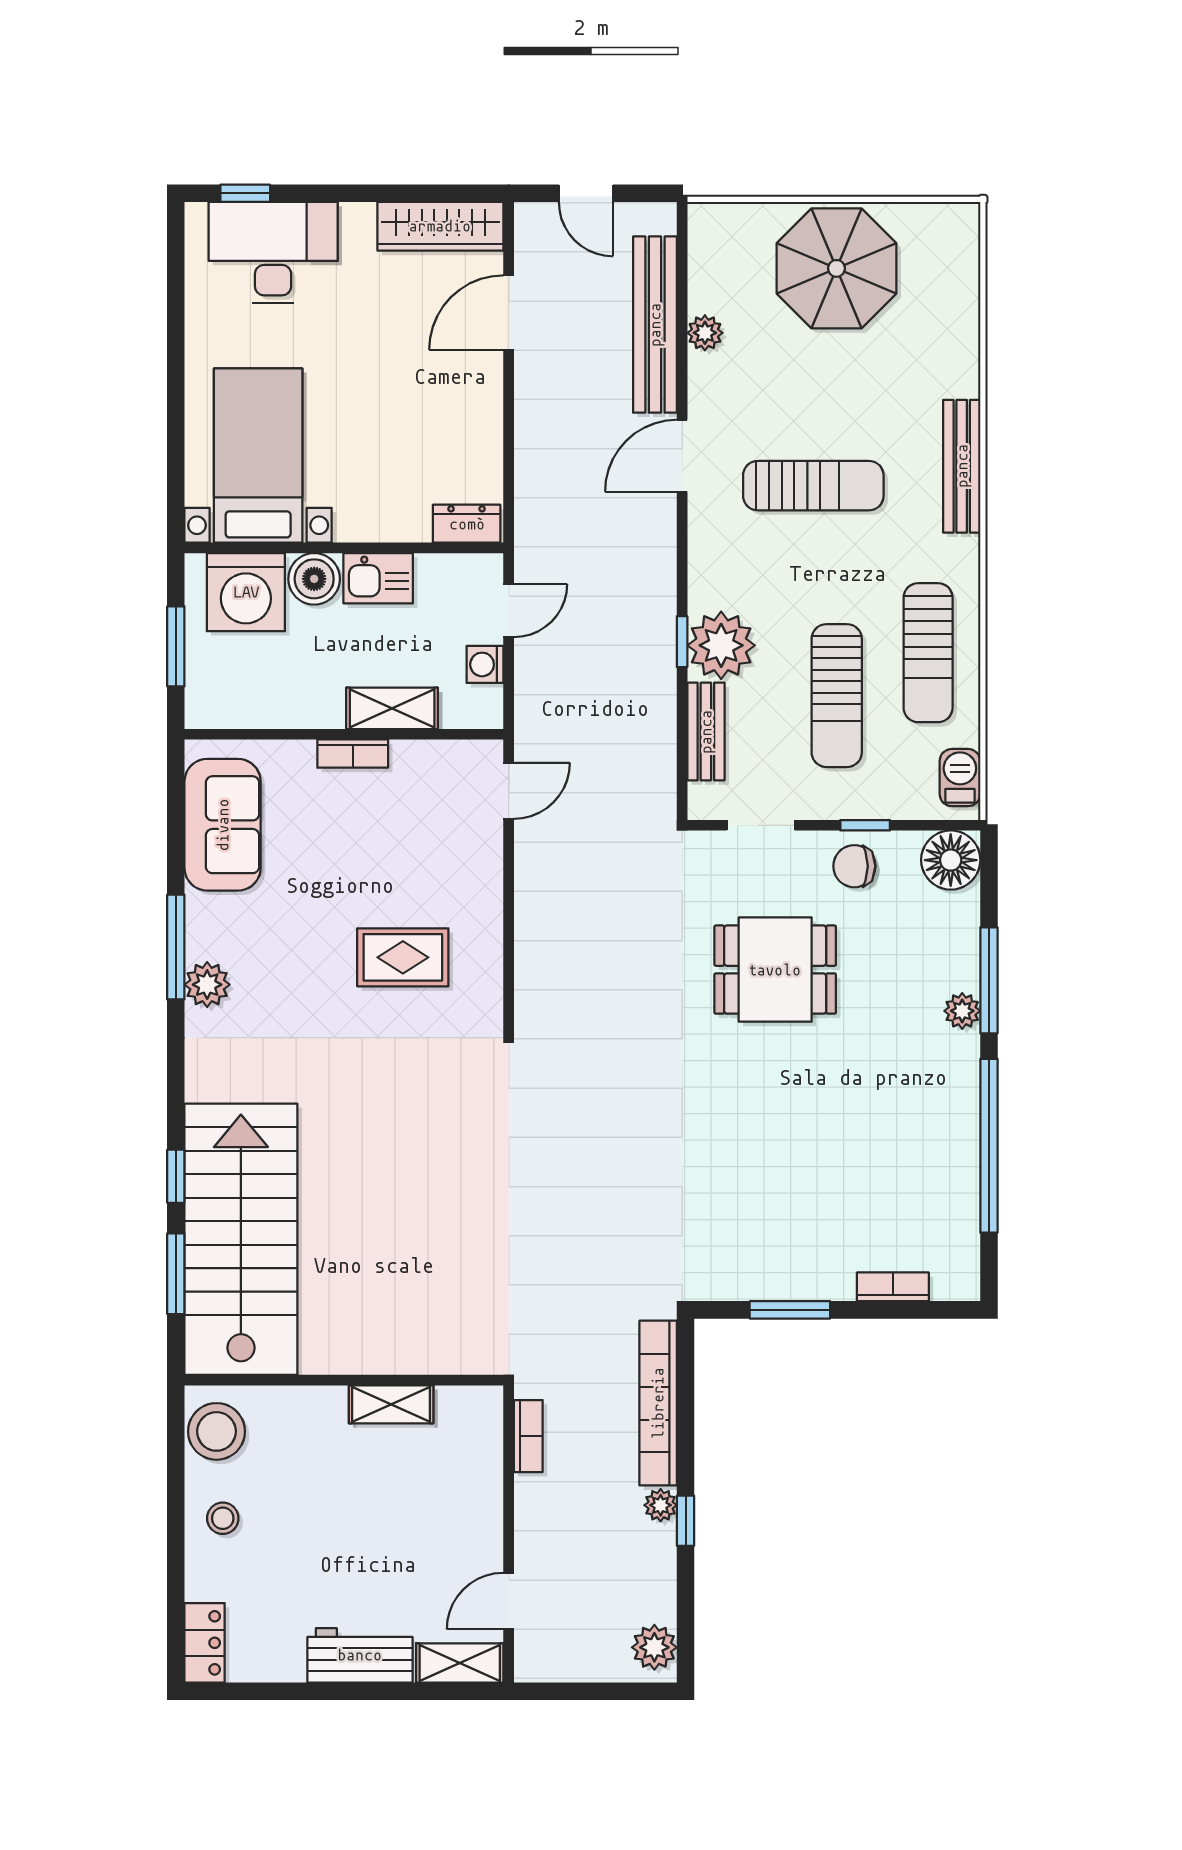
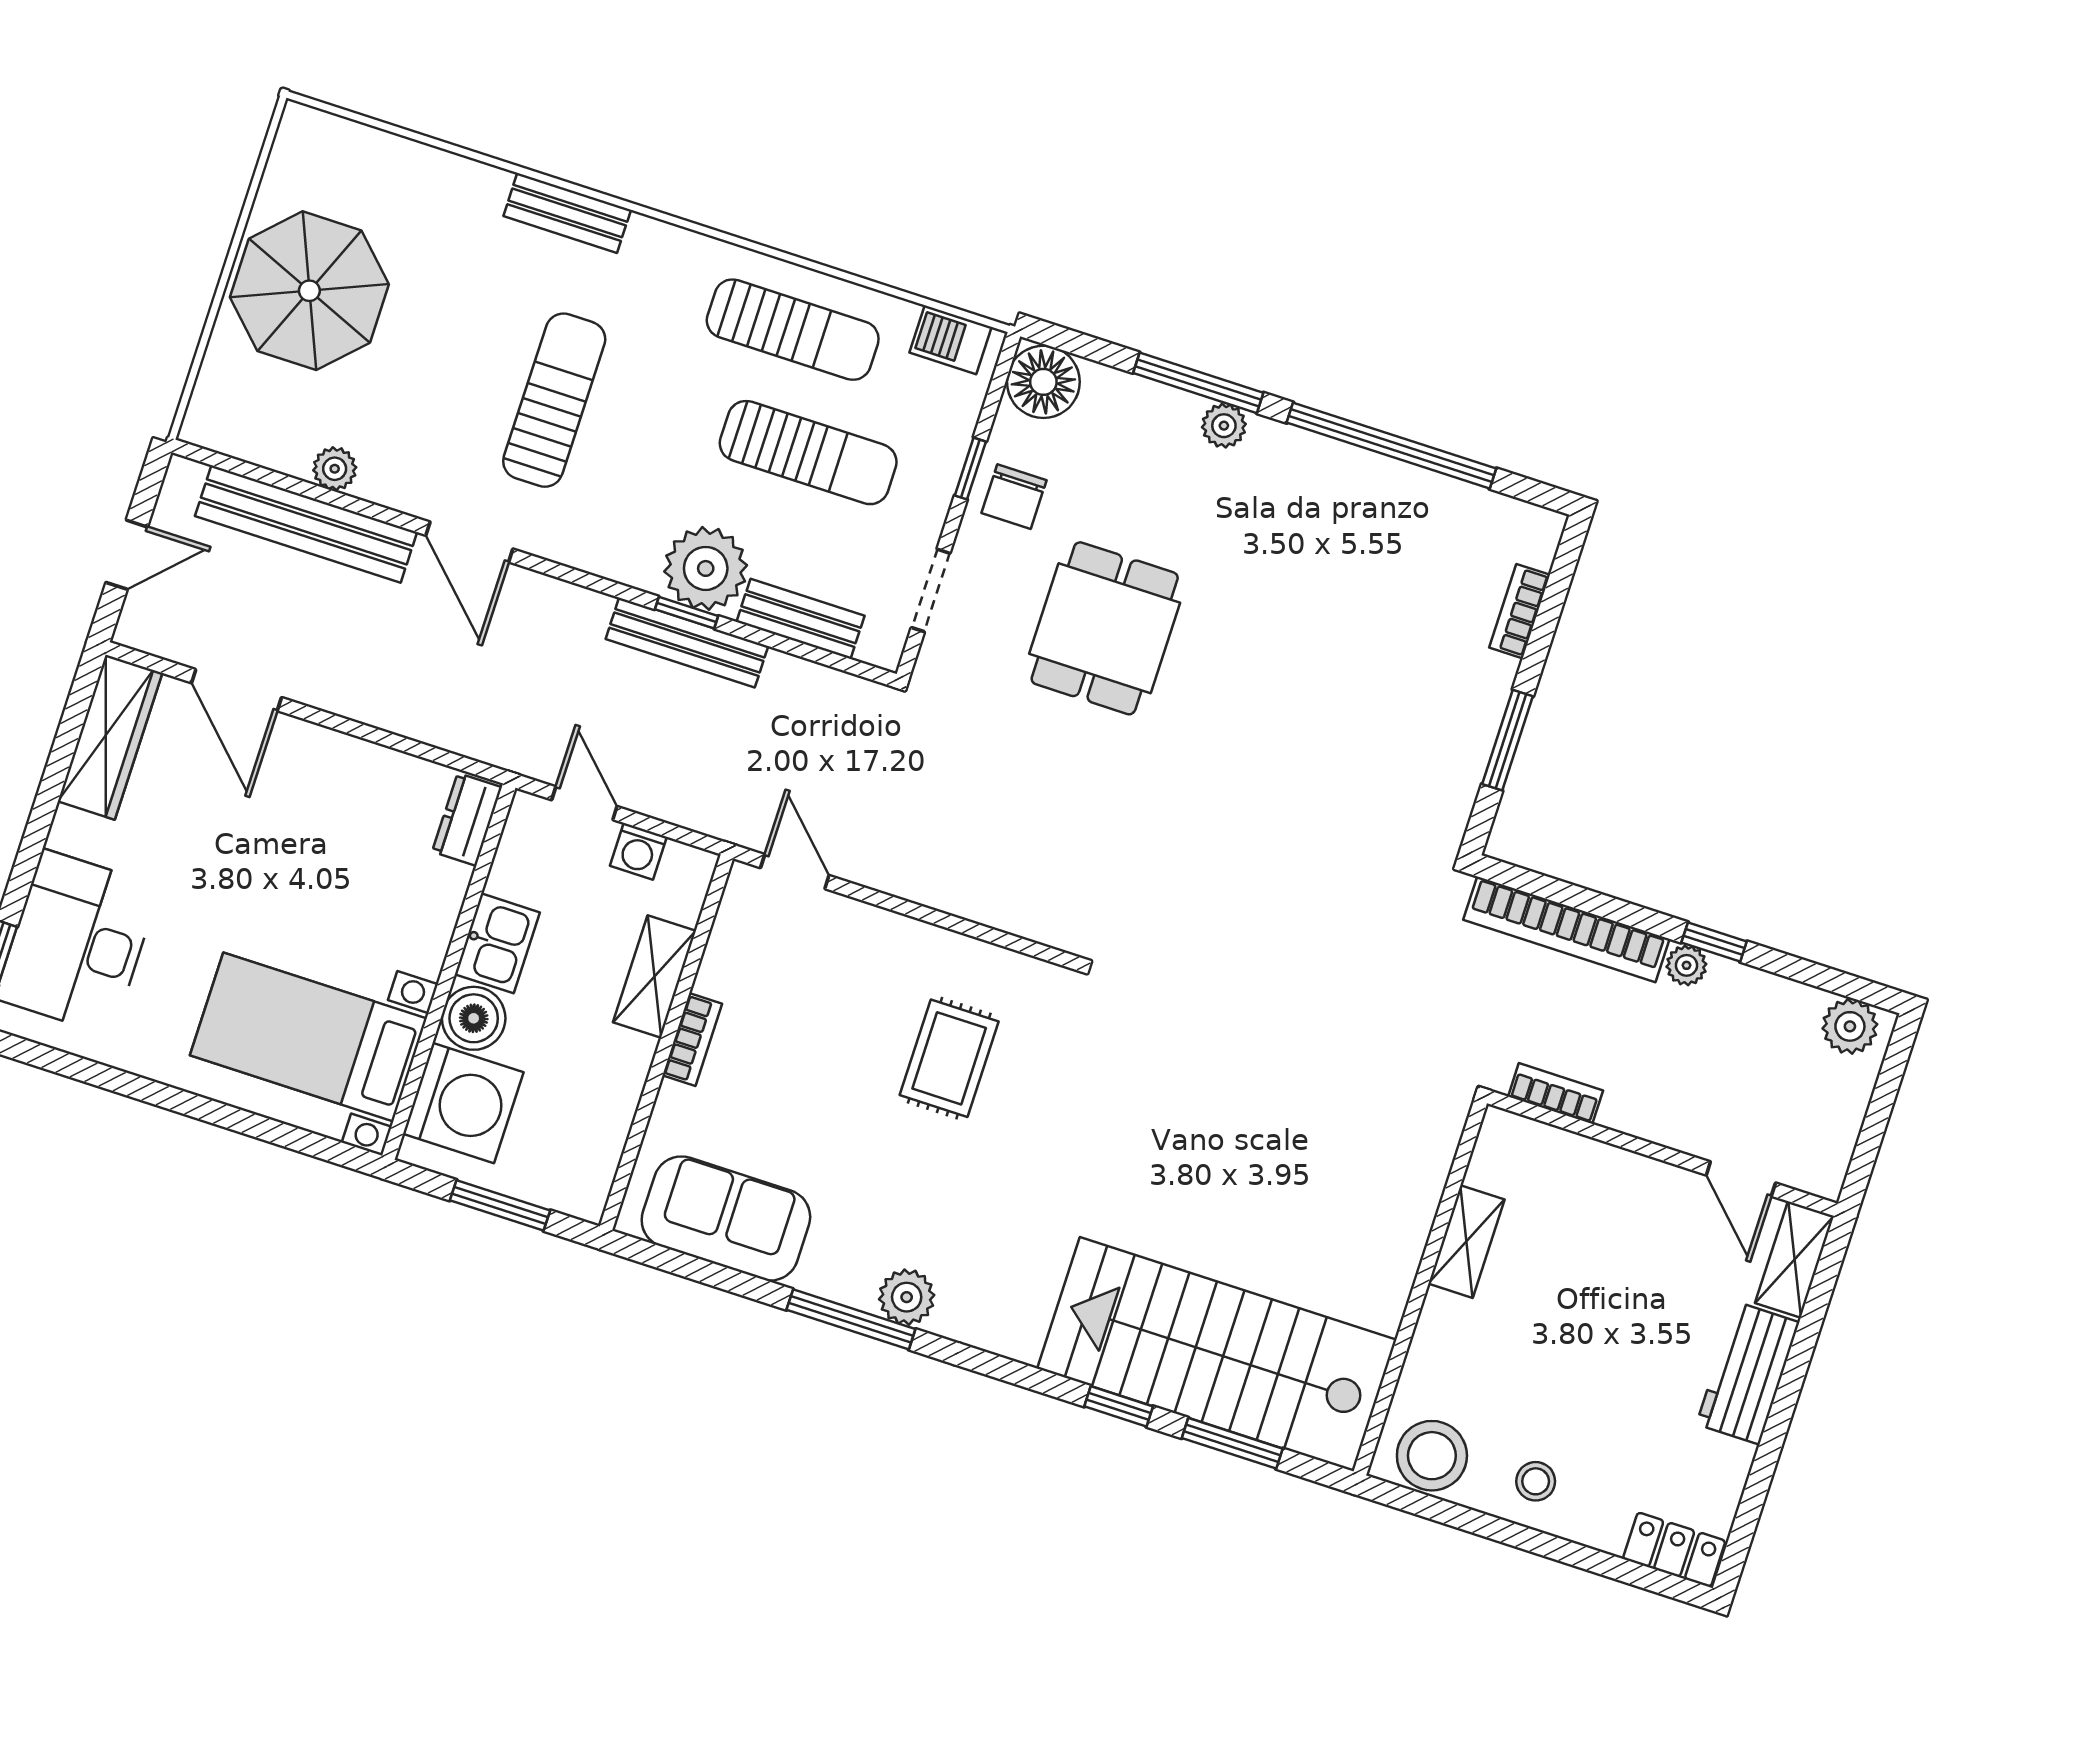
bench: (962, 466) -> (567, 213), width x0.73
bench: (659, 650) -> (687, 643), added

